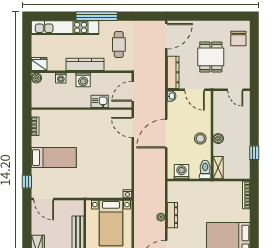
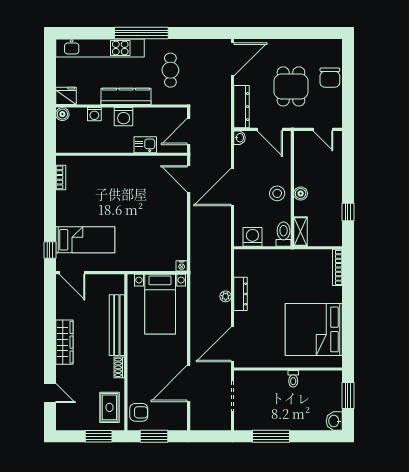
chair: (238, 39) -> (330, 78), moved
bed: (54, 158) -> (85, 240), moved

